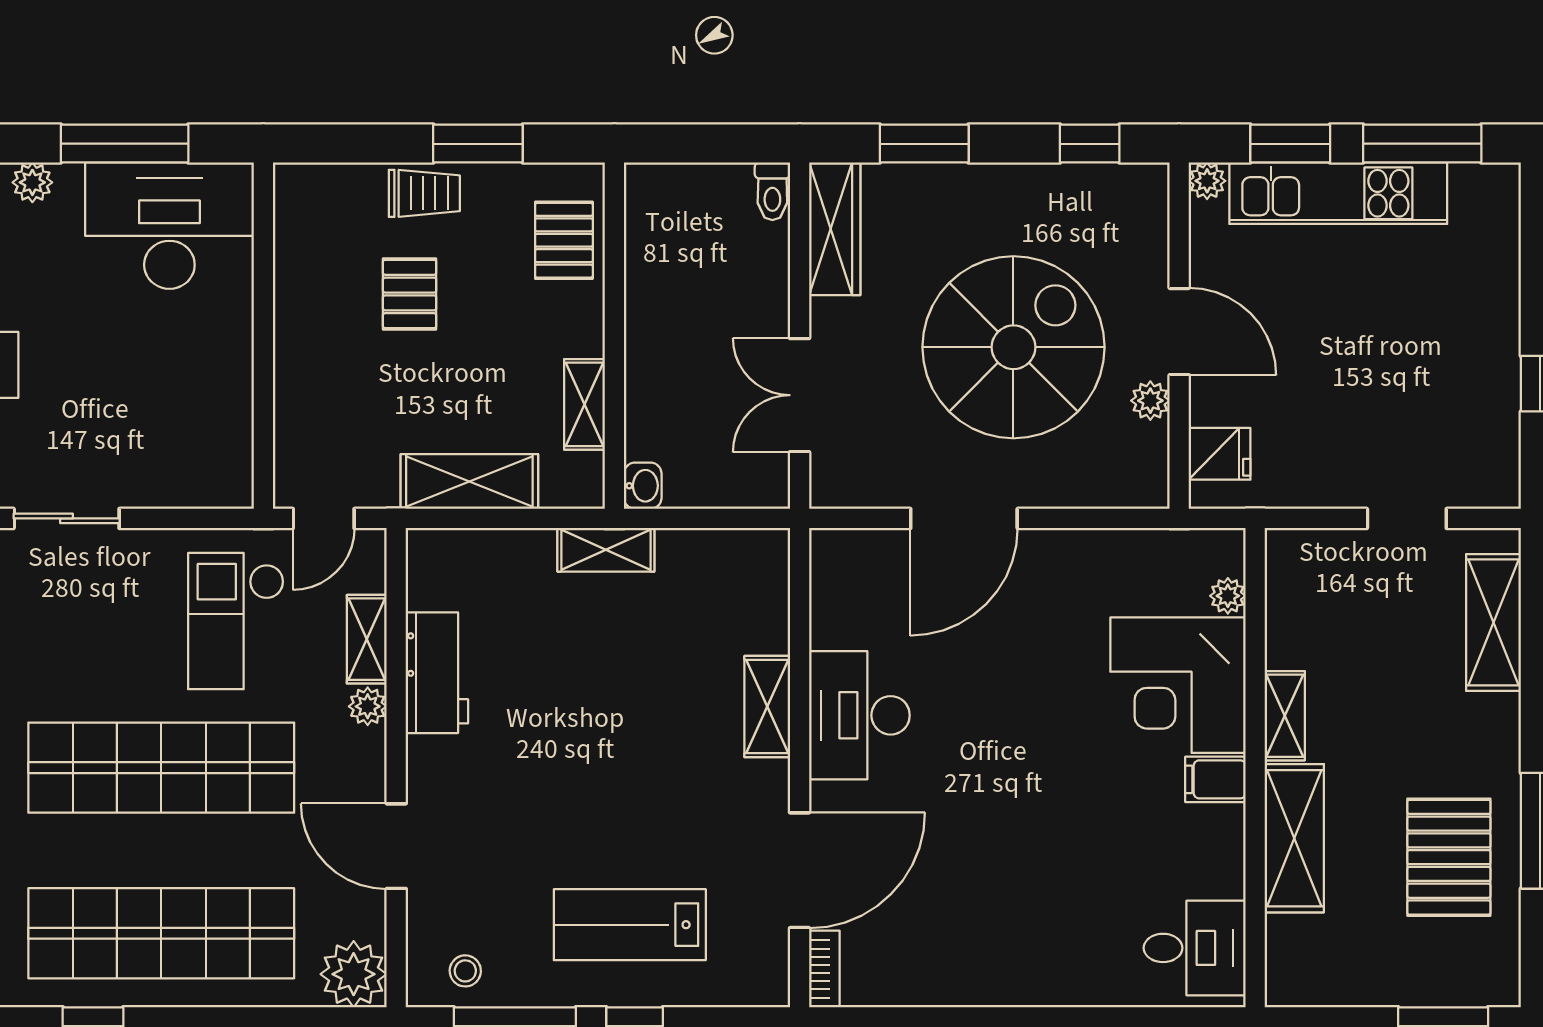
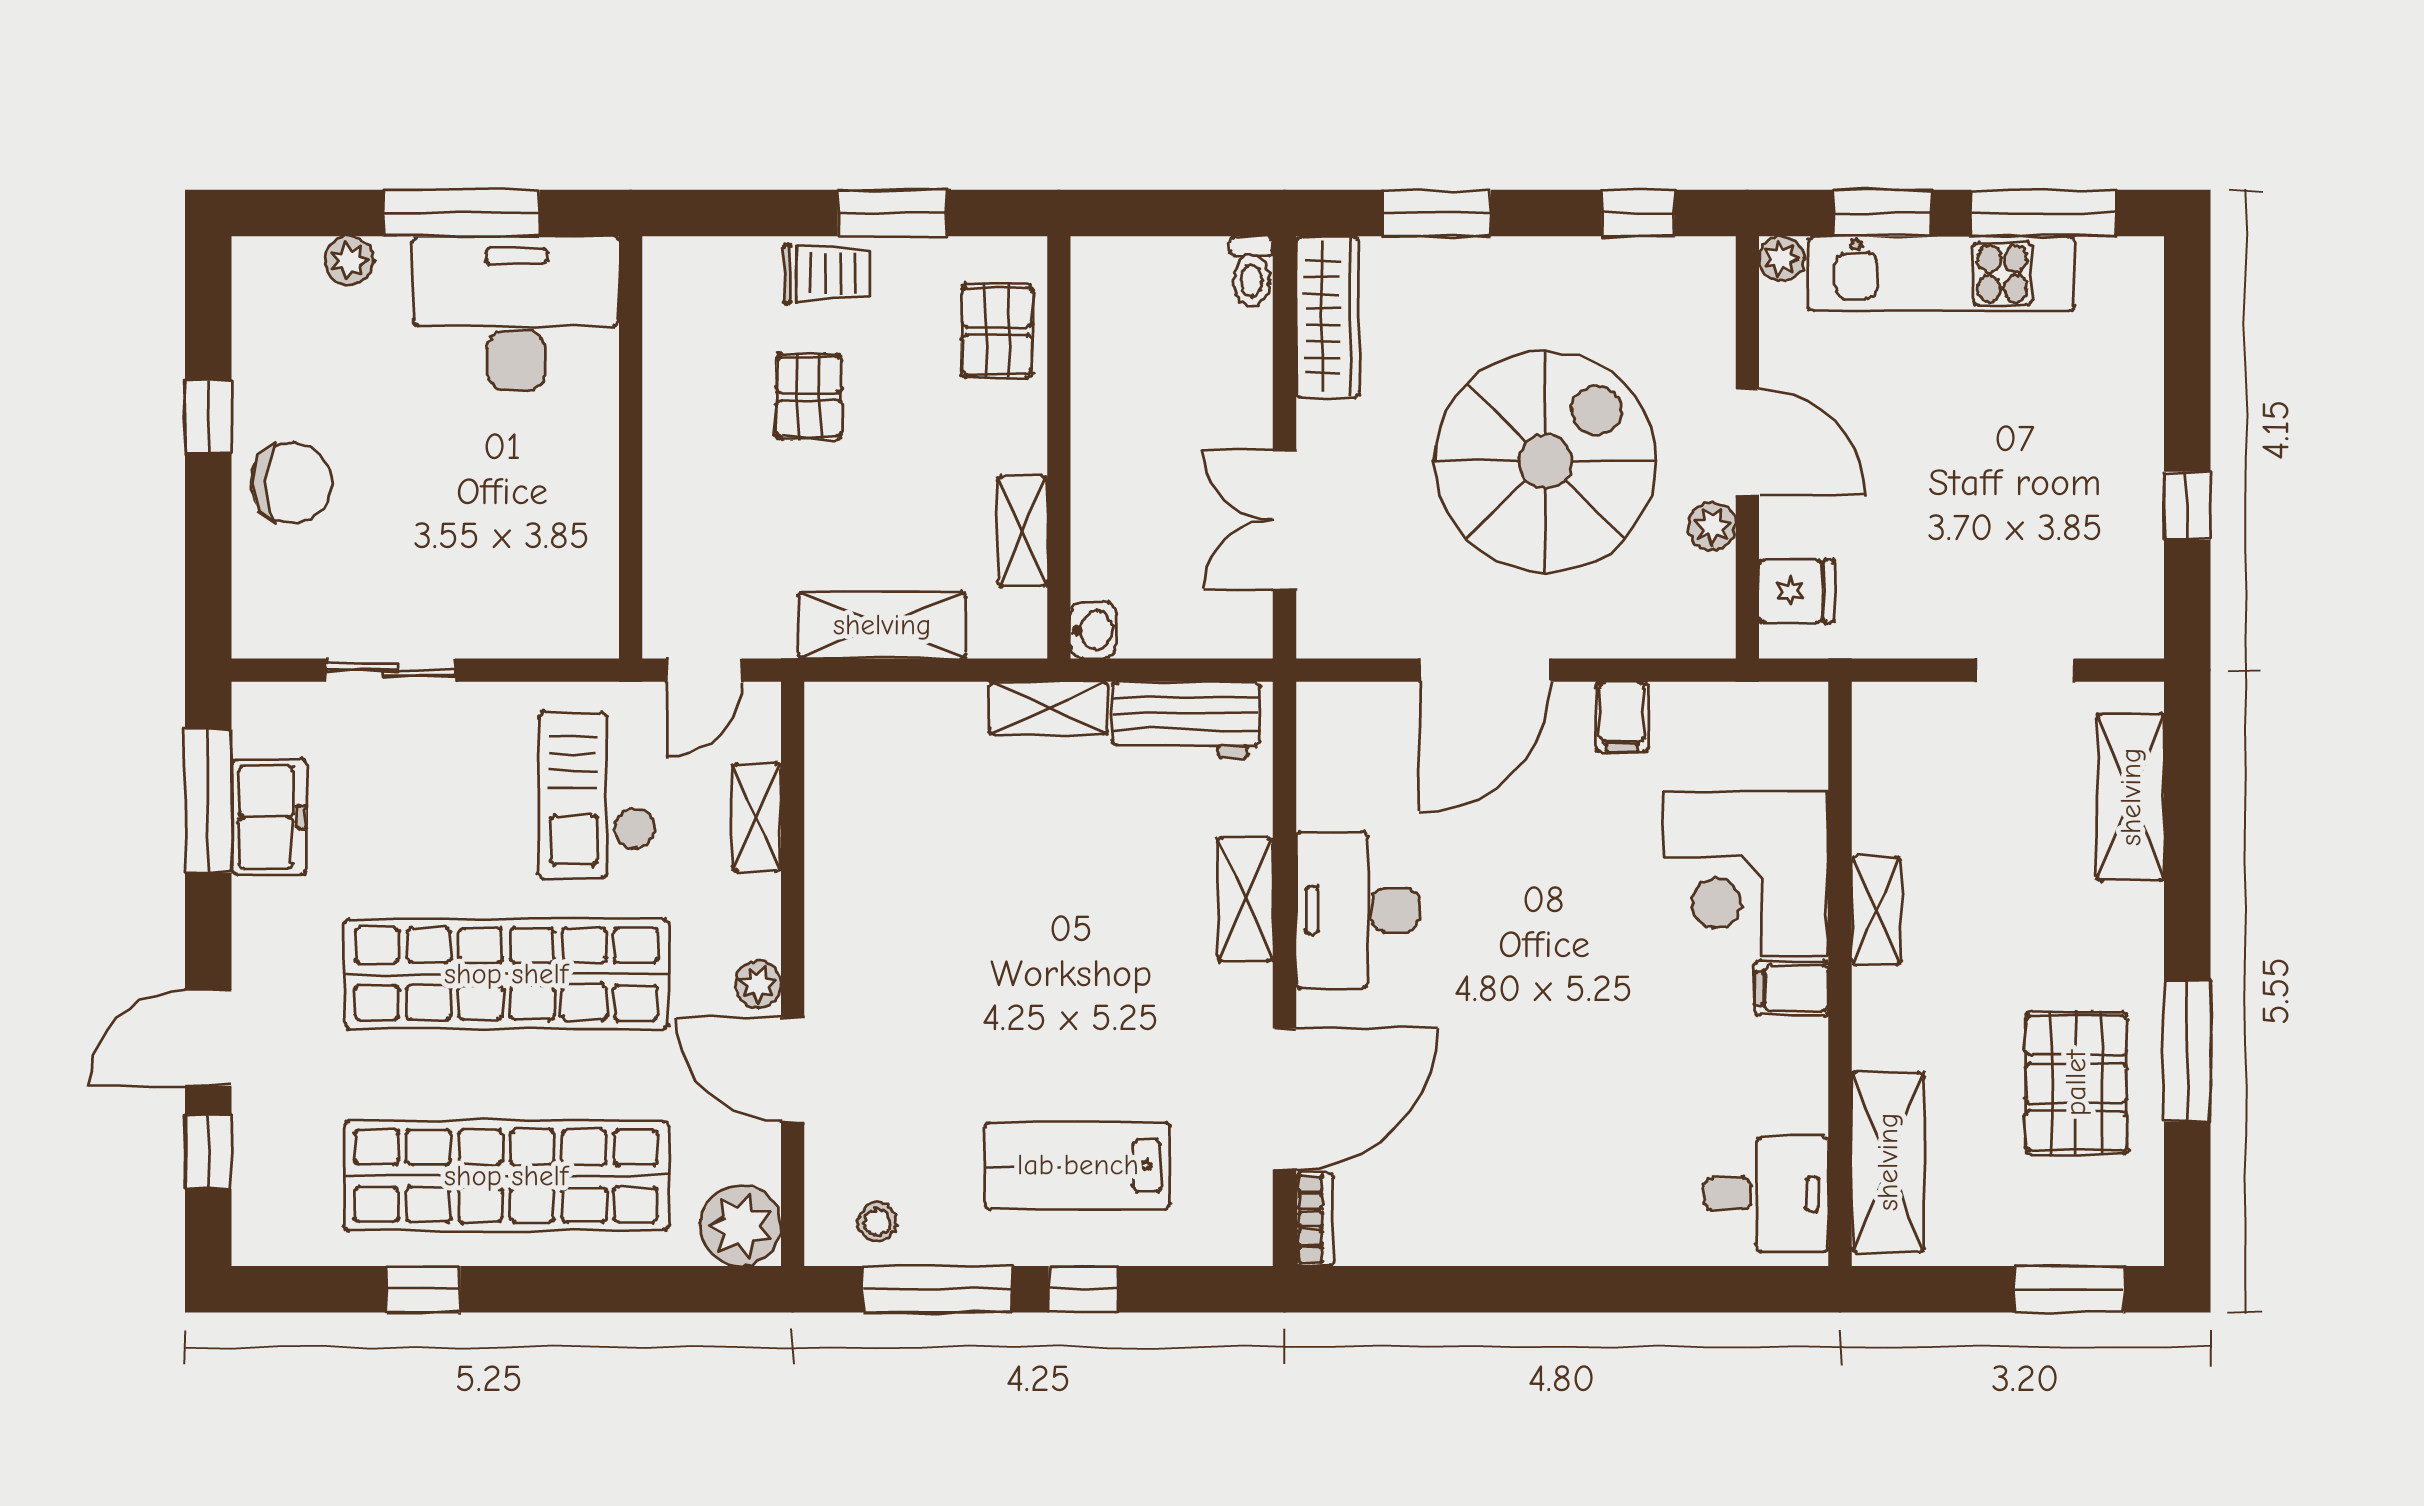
filing cabinet: (1076, 557) -> (1622, 717), added
plant: (1228, 596) -> (1807, 764), removed
workbench: (437, 673) -> (1186, 720), moved, turned 90
plant: (368, 706) -> (758, 984), moved
shelving: (1294, 838) -> (1888, 1162), moved

